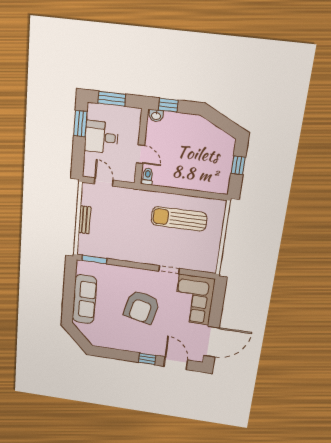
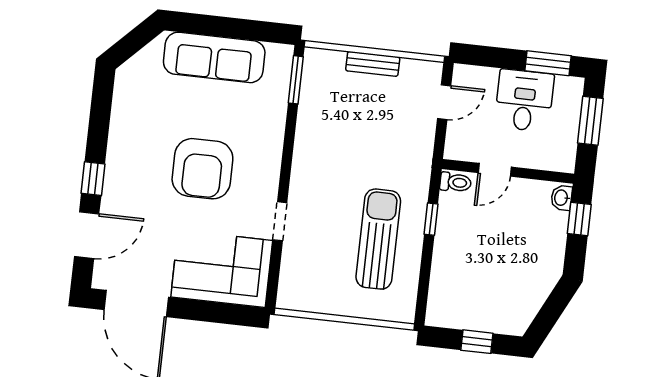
window: (168, 190) -> (431, 219), added
armchair: (142, 307) -> (202, 169), turned -103

